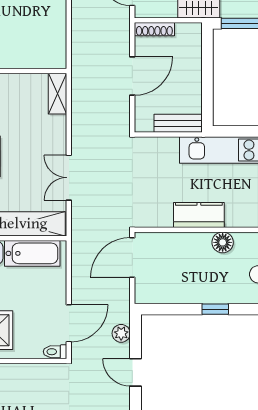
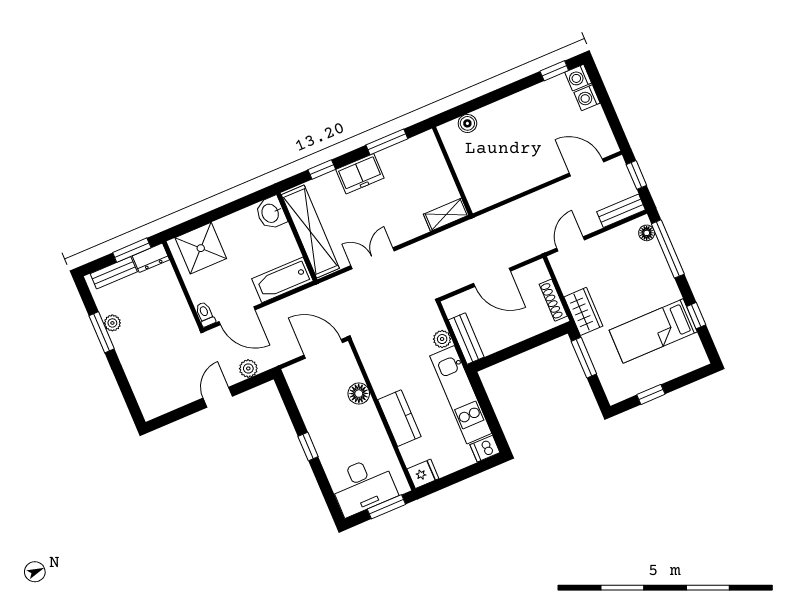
shoe rack: (154, 29) -> (553, 300), moved
plant: (169, 145) -> (442, 339), added
kitchen counter: (199, 215) -> (399, 418), moved
floor lamp: (223, 242) -> (359, 394), moved
bathtub: (32, 253) -> (282, 280), moved, turned 90

